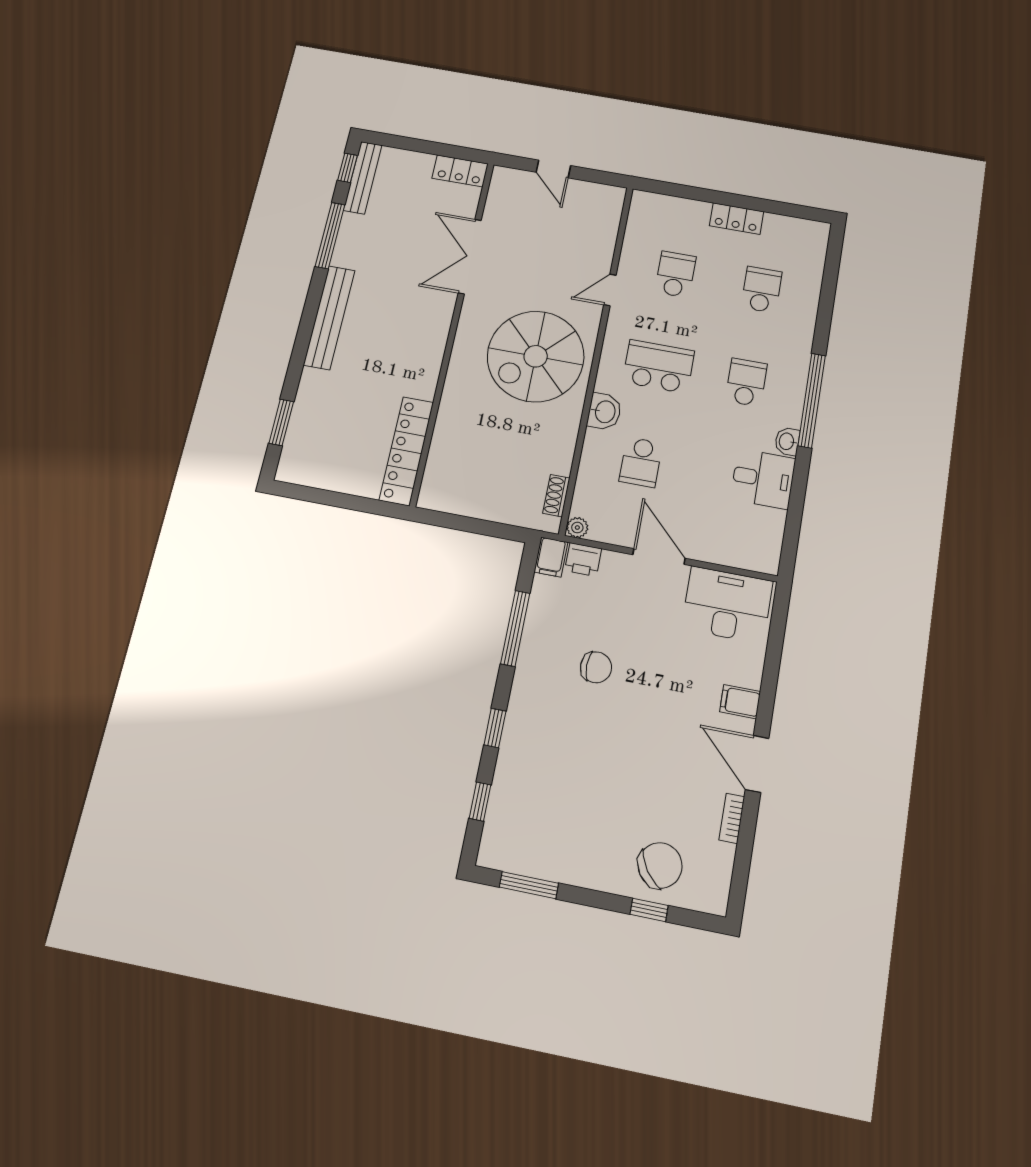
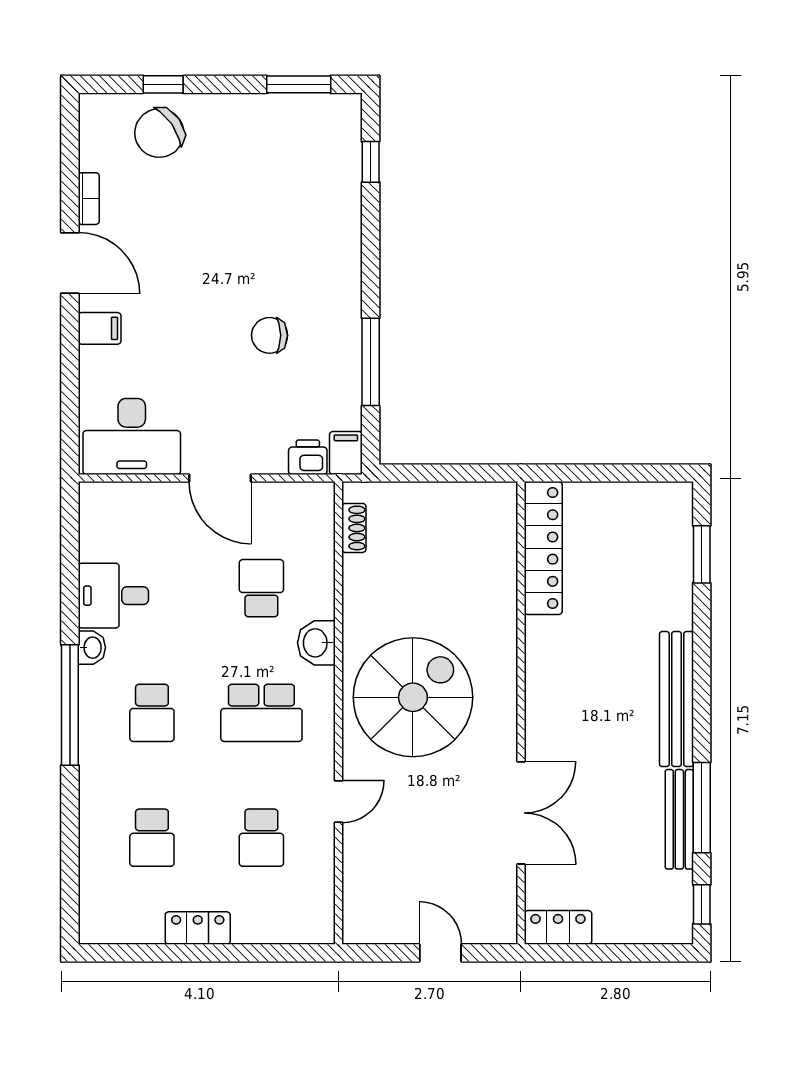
bench: (363, 178) -> (679, 819), moved
plant: (577, 528) -> (322, 494), removed
window: (495, 728) -> (371, 245), removed

